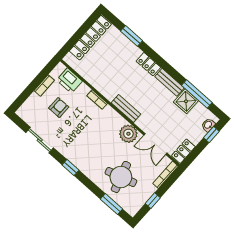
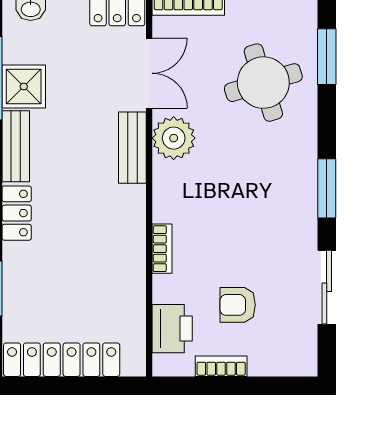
bench: (126, 109) -> (132, 148), moved
window: (70, 167) -> (327, 188), width x1.50

